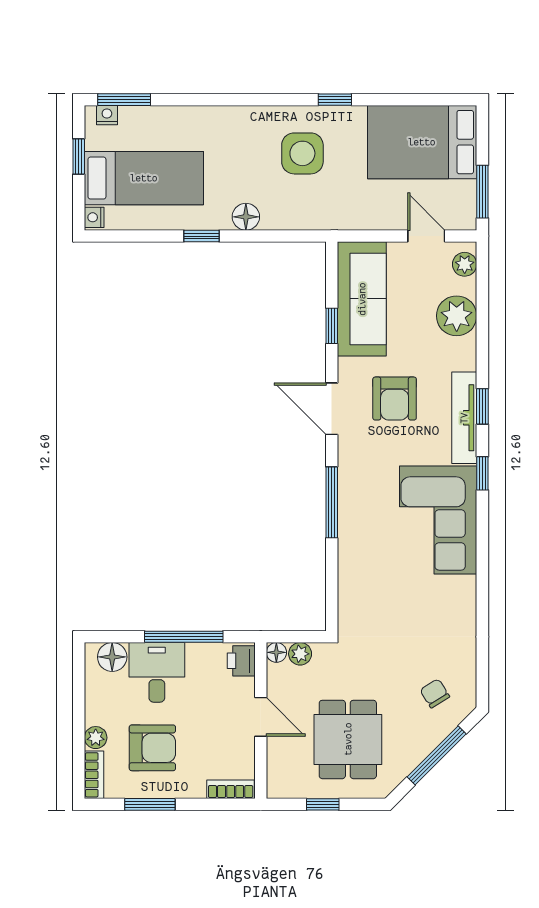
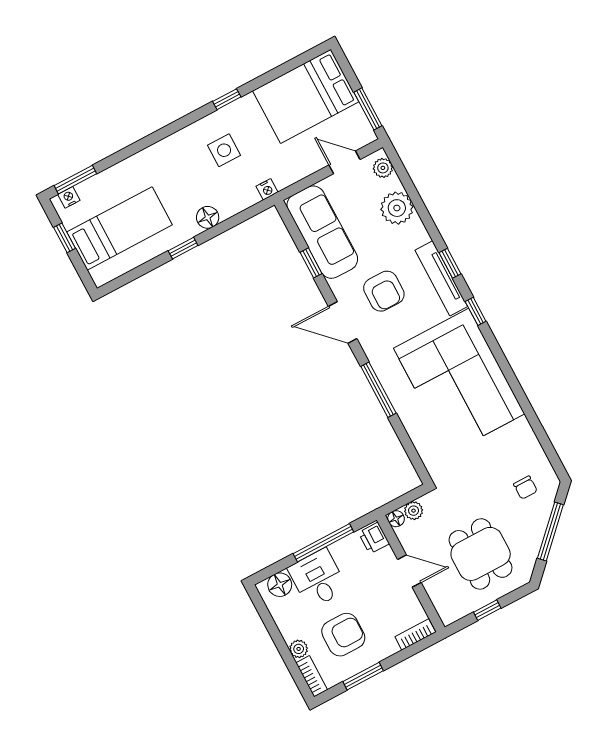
side table: (302, 153) -> (224, 150), width x0.73, depth x0.73
nightstand: (94, 217) -> (267, 189), moved, turned -90
corner sofa: (438, 520) -> (459, 381), width x1.36, depth x1.36
chair: (435, 693) -> (525, 488), turned -148

